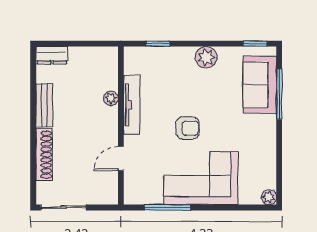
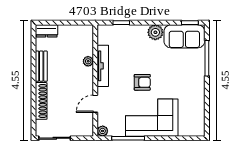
sofa: (260, 85) -> (184, 36), moved, turned -90
plant: (269, 197) -> (103, 131), moved

